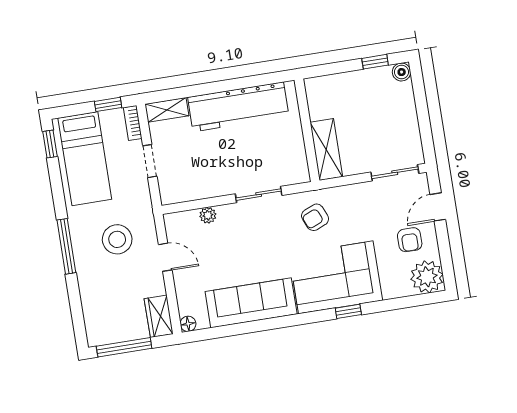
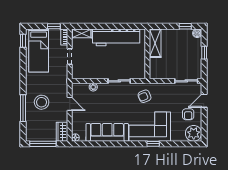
window: (422, 109) -> (204, 53), added
shelving: (326, 149) -> (155, 43), moved
stool: (117, 239) -> (42, 102), moved
window: (66, 246) -> (23, 108), moved

